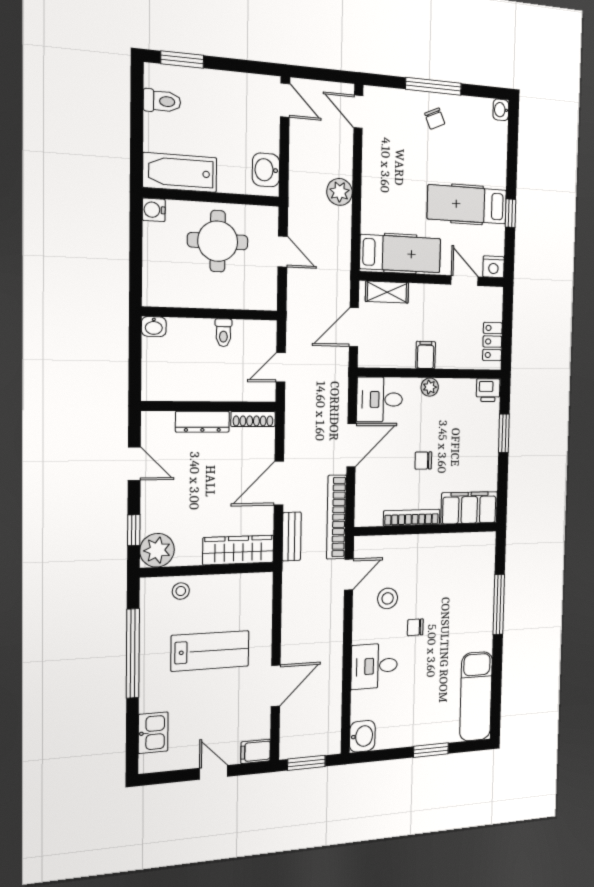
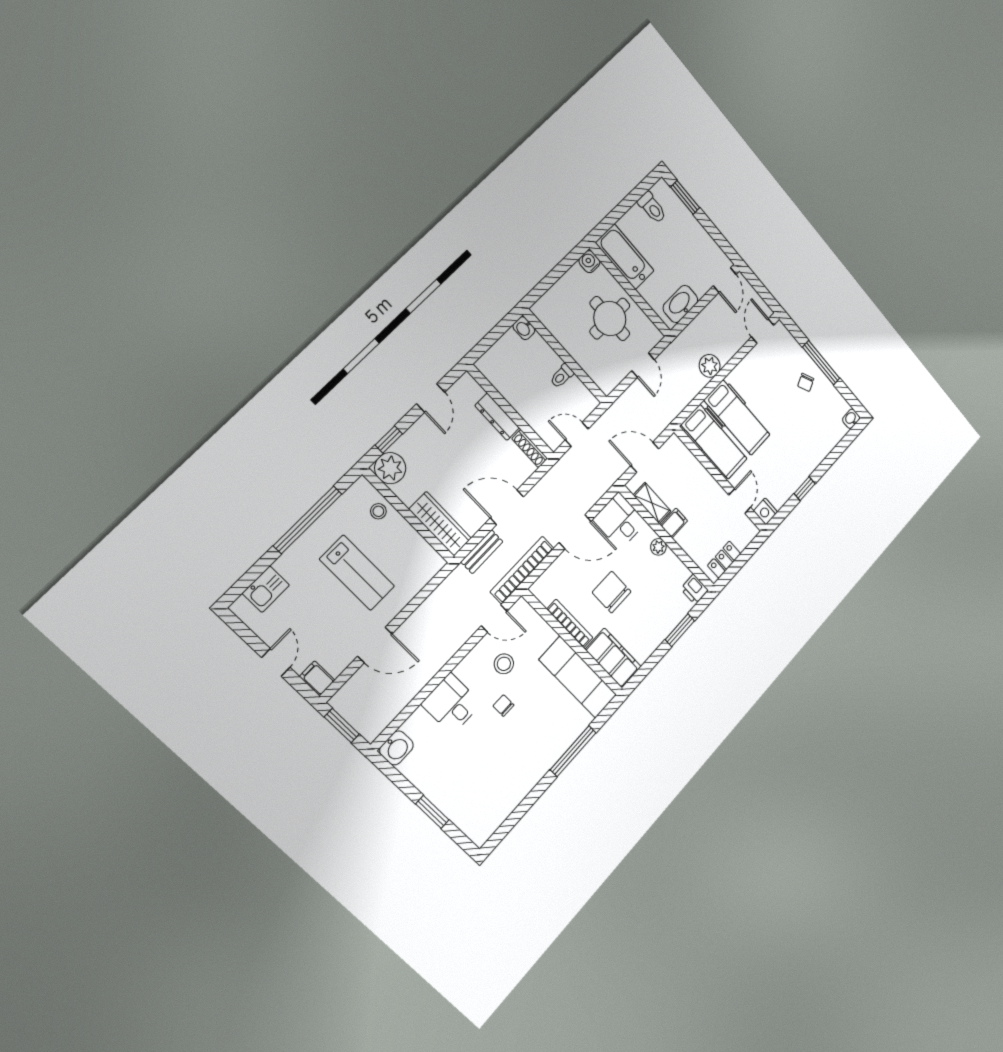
washbasin: (266, 170) -> (680, 304), width x1.38
hospital bed: (467, 204) -> (737, 418), moved, turned 180
shelving: (387, 292) -> (652, 503), moved
chair: (423, 460) -> (612, 592), width x1.87, depth x1.87
exam couch: (476, 696) -> (578, 677), moved, turned -90

